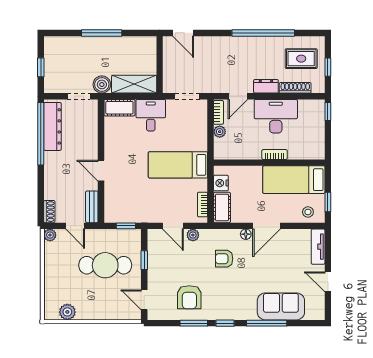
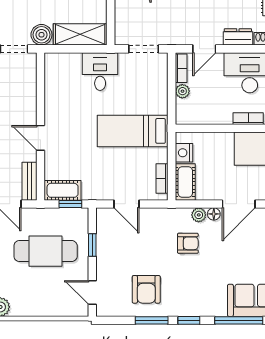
cot: (119, 108) -> (63, 190), moved
plant: (193, 235) -> (199, 215), moved
armchair: (224, 259) -> (188, 243), turned 180

